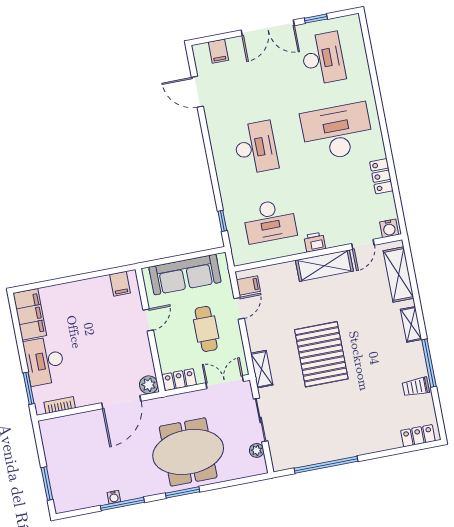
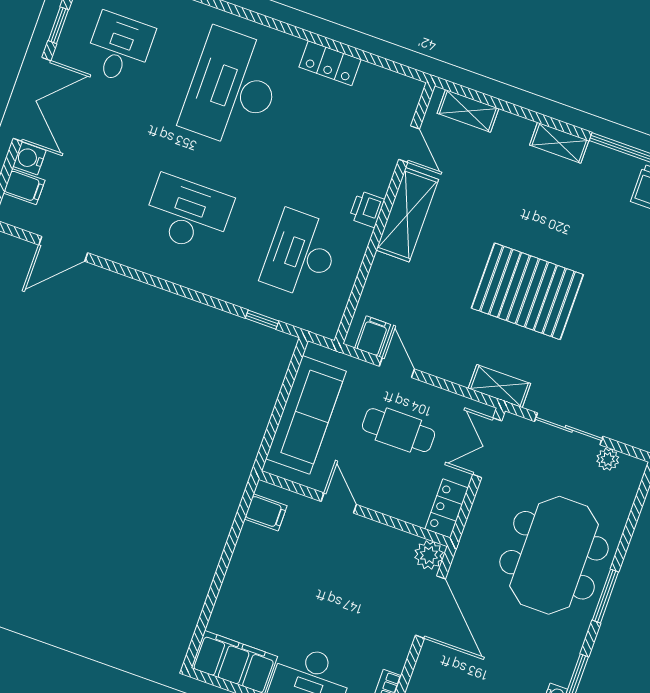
desk: (323, 58) -> (119, 48), width x0.73
desk: (270, 221) -> (301, 254), turned 180
water cooler: (389, 228) -> (29, 158), moved, turned 180
shelving: (398, 274) -> (468, 111), width x0.67, depth x0.75

